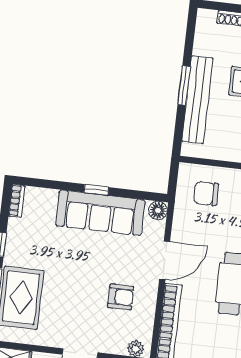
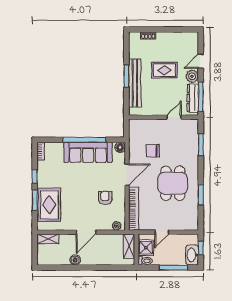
window: (96, 190) -> (84, 140), width x3.17
chair: (206, 193) -> (153, 151), moved
armchair: (121, 297) -> (105, 198), turned -90

